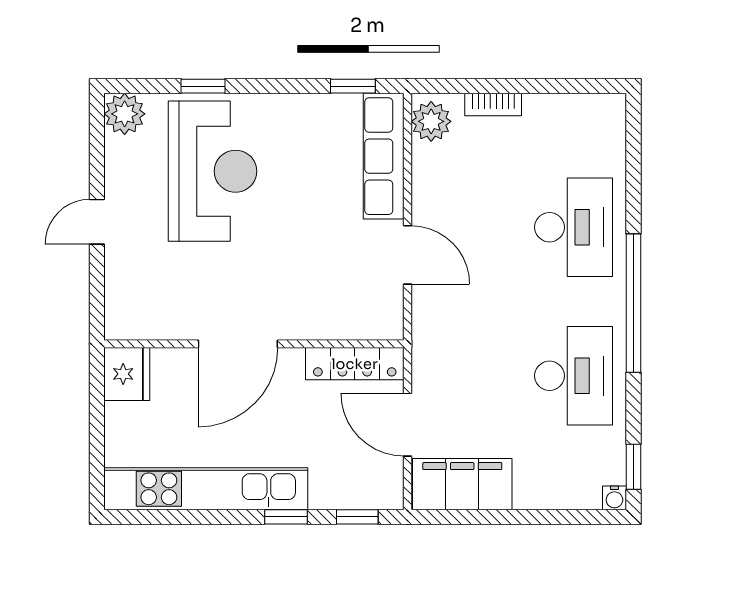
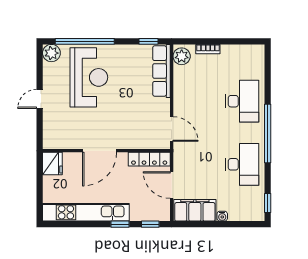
window: (203, 86) -> (85, 41), width x3.17
door: (408, 255) -> (172, 129), moved
water cooler: (614, 498) -> (222, 216), moved

